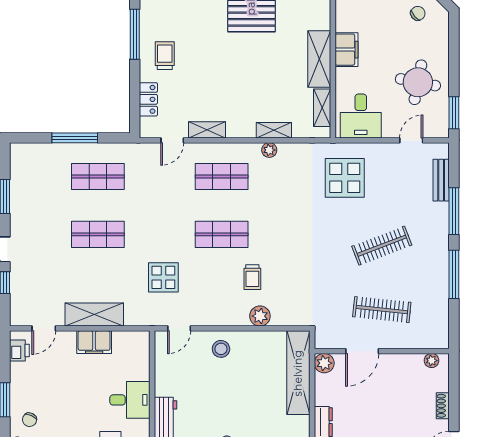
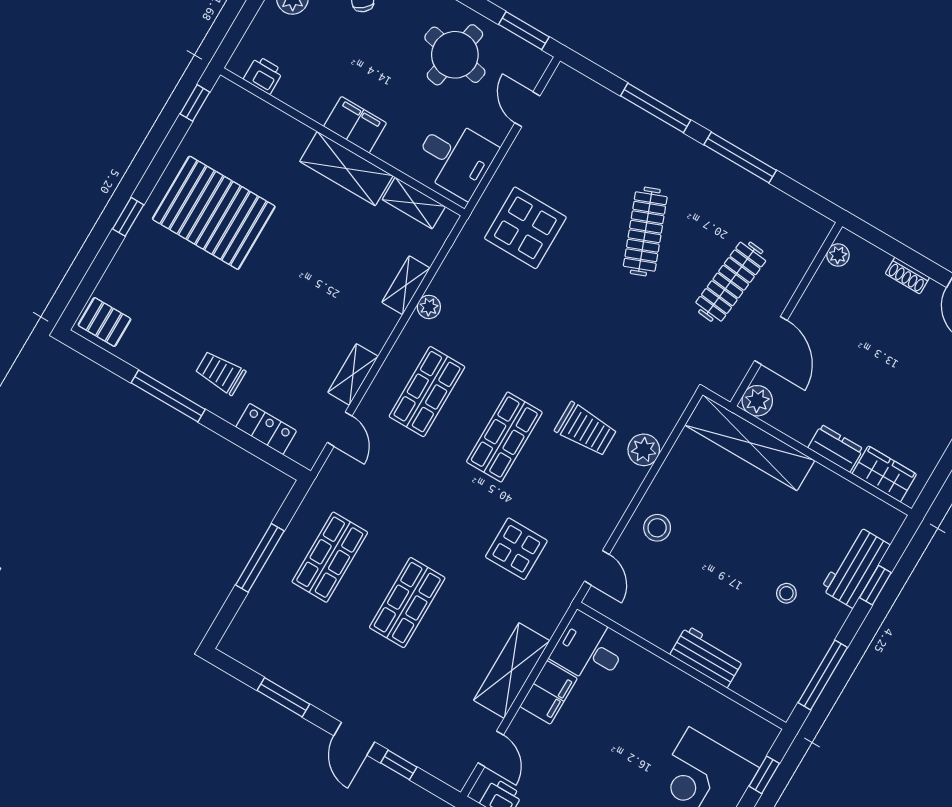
bench: (441, 180) -> (604, 101), removed
trolley: (252, 277) -> (586, 429), width x1.36, depth x1.39
desk: (130, 400) -> (589, 649), moved, turned -90

